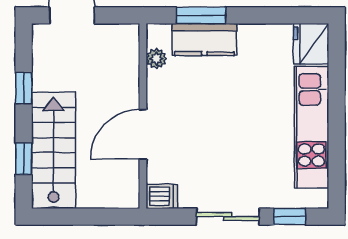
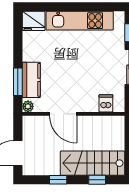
plant: (156, 59) -> (28, 106), moved
door: (143, 134) -> (63, 114), moved
dishwasher: (162, 196) -> (106, 103), moved

